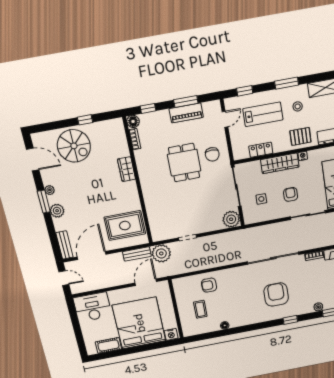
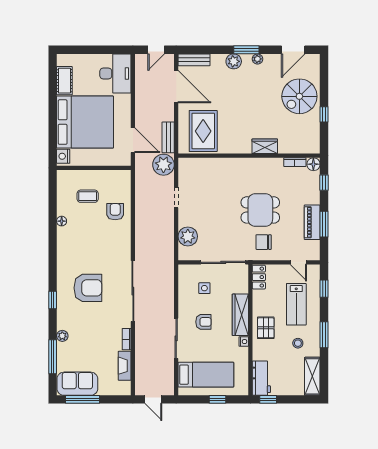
pallet: (300, 136) -> (266, 328), moved
locker: (261, 150) -> (259, 277), moved
plant: (231, 219) -> (188, 236), moved

